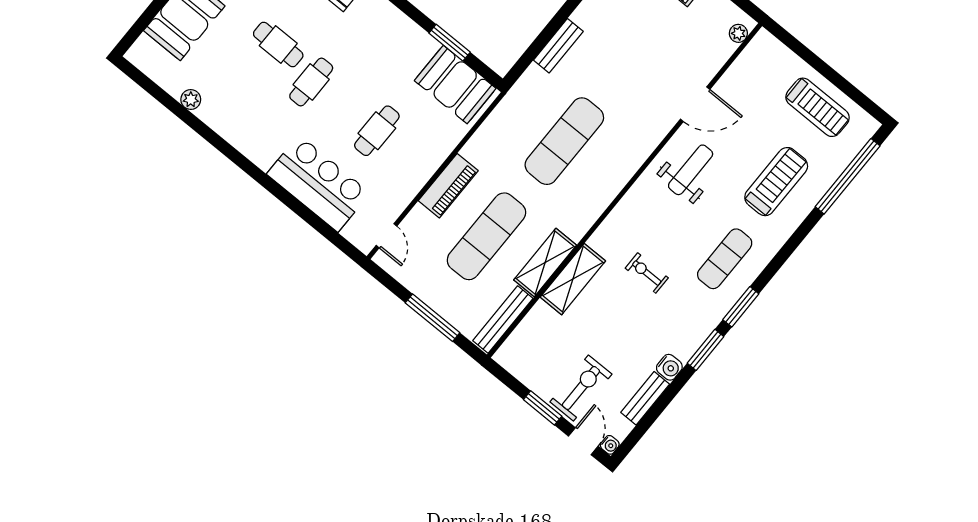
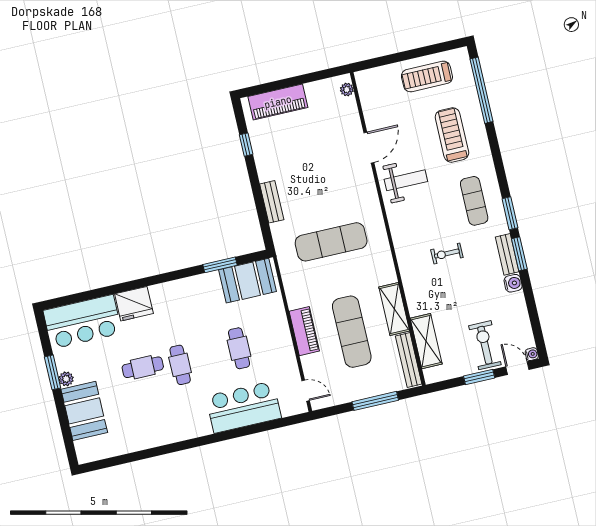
plant: (191, 100) -> (135, 444), removed
treadmill: (818, 107) -> (427, 76), turned 180
exercise mat: (564, 141) -> (331, 242), turned 90
weight bench: (691, 170) -> (406, 180), turned 90
shelving: (573, 279) -> (426, 341), moved
bench: (645, 398) -> (507, 254), moved

